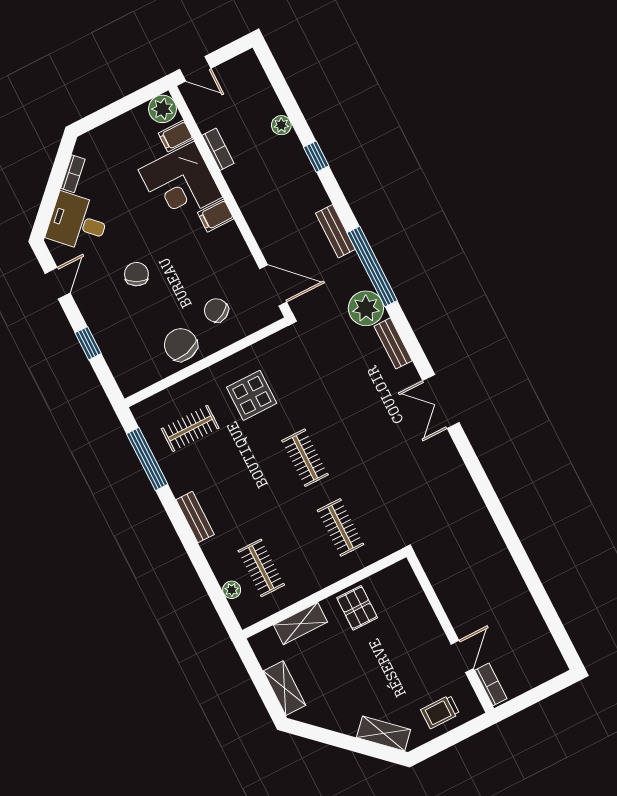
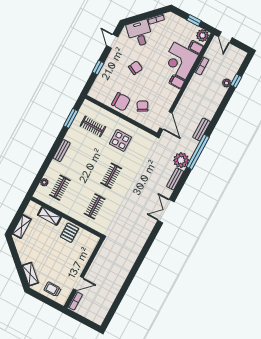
window: (124, 105) -> (194, 20), added
window: (316, 157) -> (236, 81), moved
door: (58, 283) -> (112, 41), swing flipped
chair: (181, 345) -> (121, 102), turned 104
window: (147, 459) -> (71, 118), width x0.69

